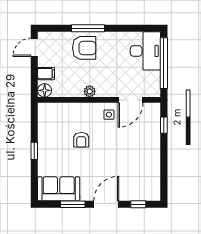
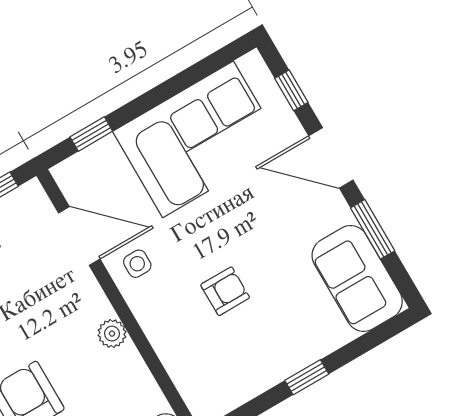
corner sofa: (140, 161) -> (198, 139), added

